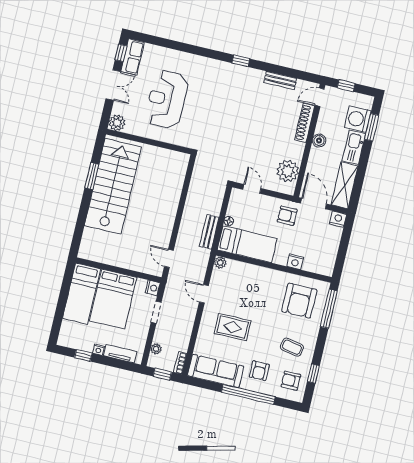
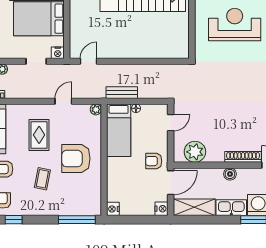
armchair: (287, 216) -> (154, 161), turned -90
nightstand: (295, 262) -> (113, 209), moved
armchair: (299, 301) -> (76, 159), moved
coffee table: (292, 347) -> (42, 179), moved

